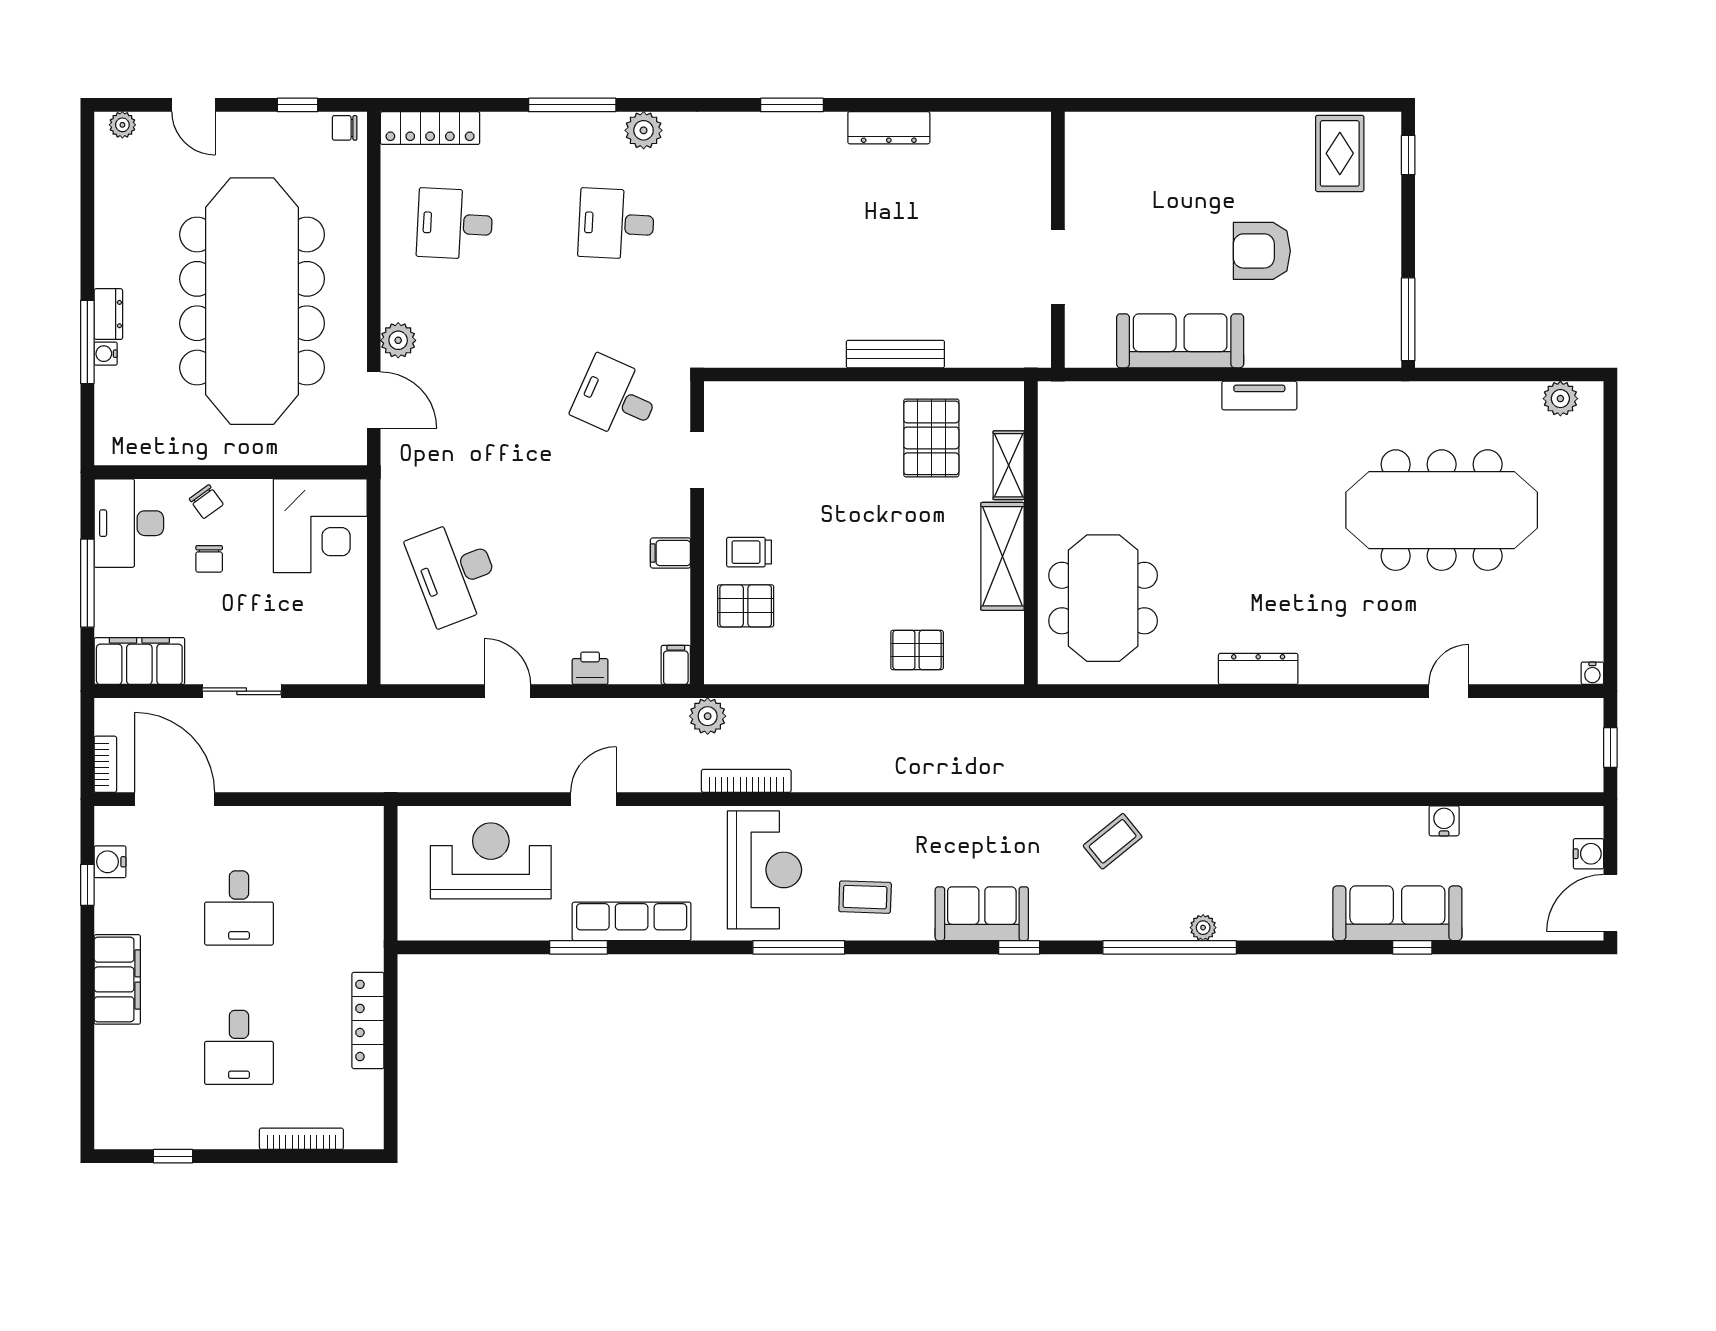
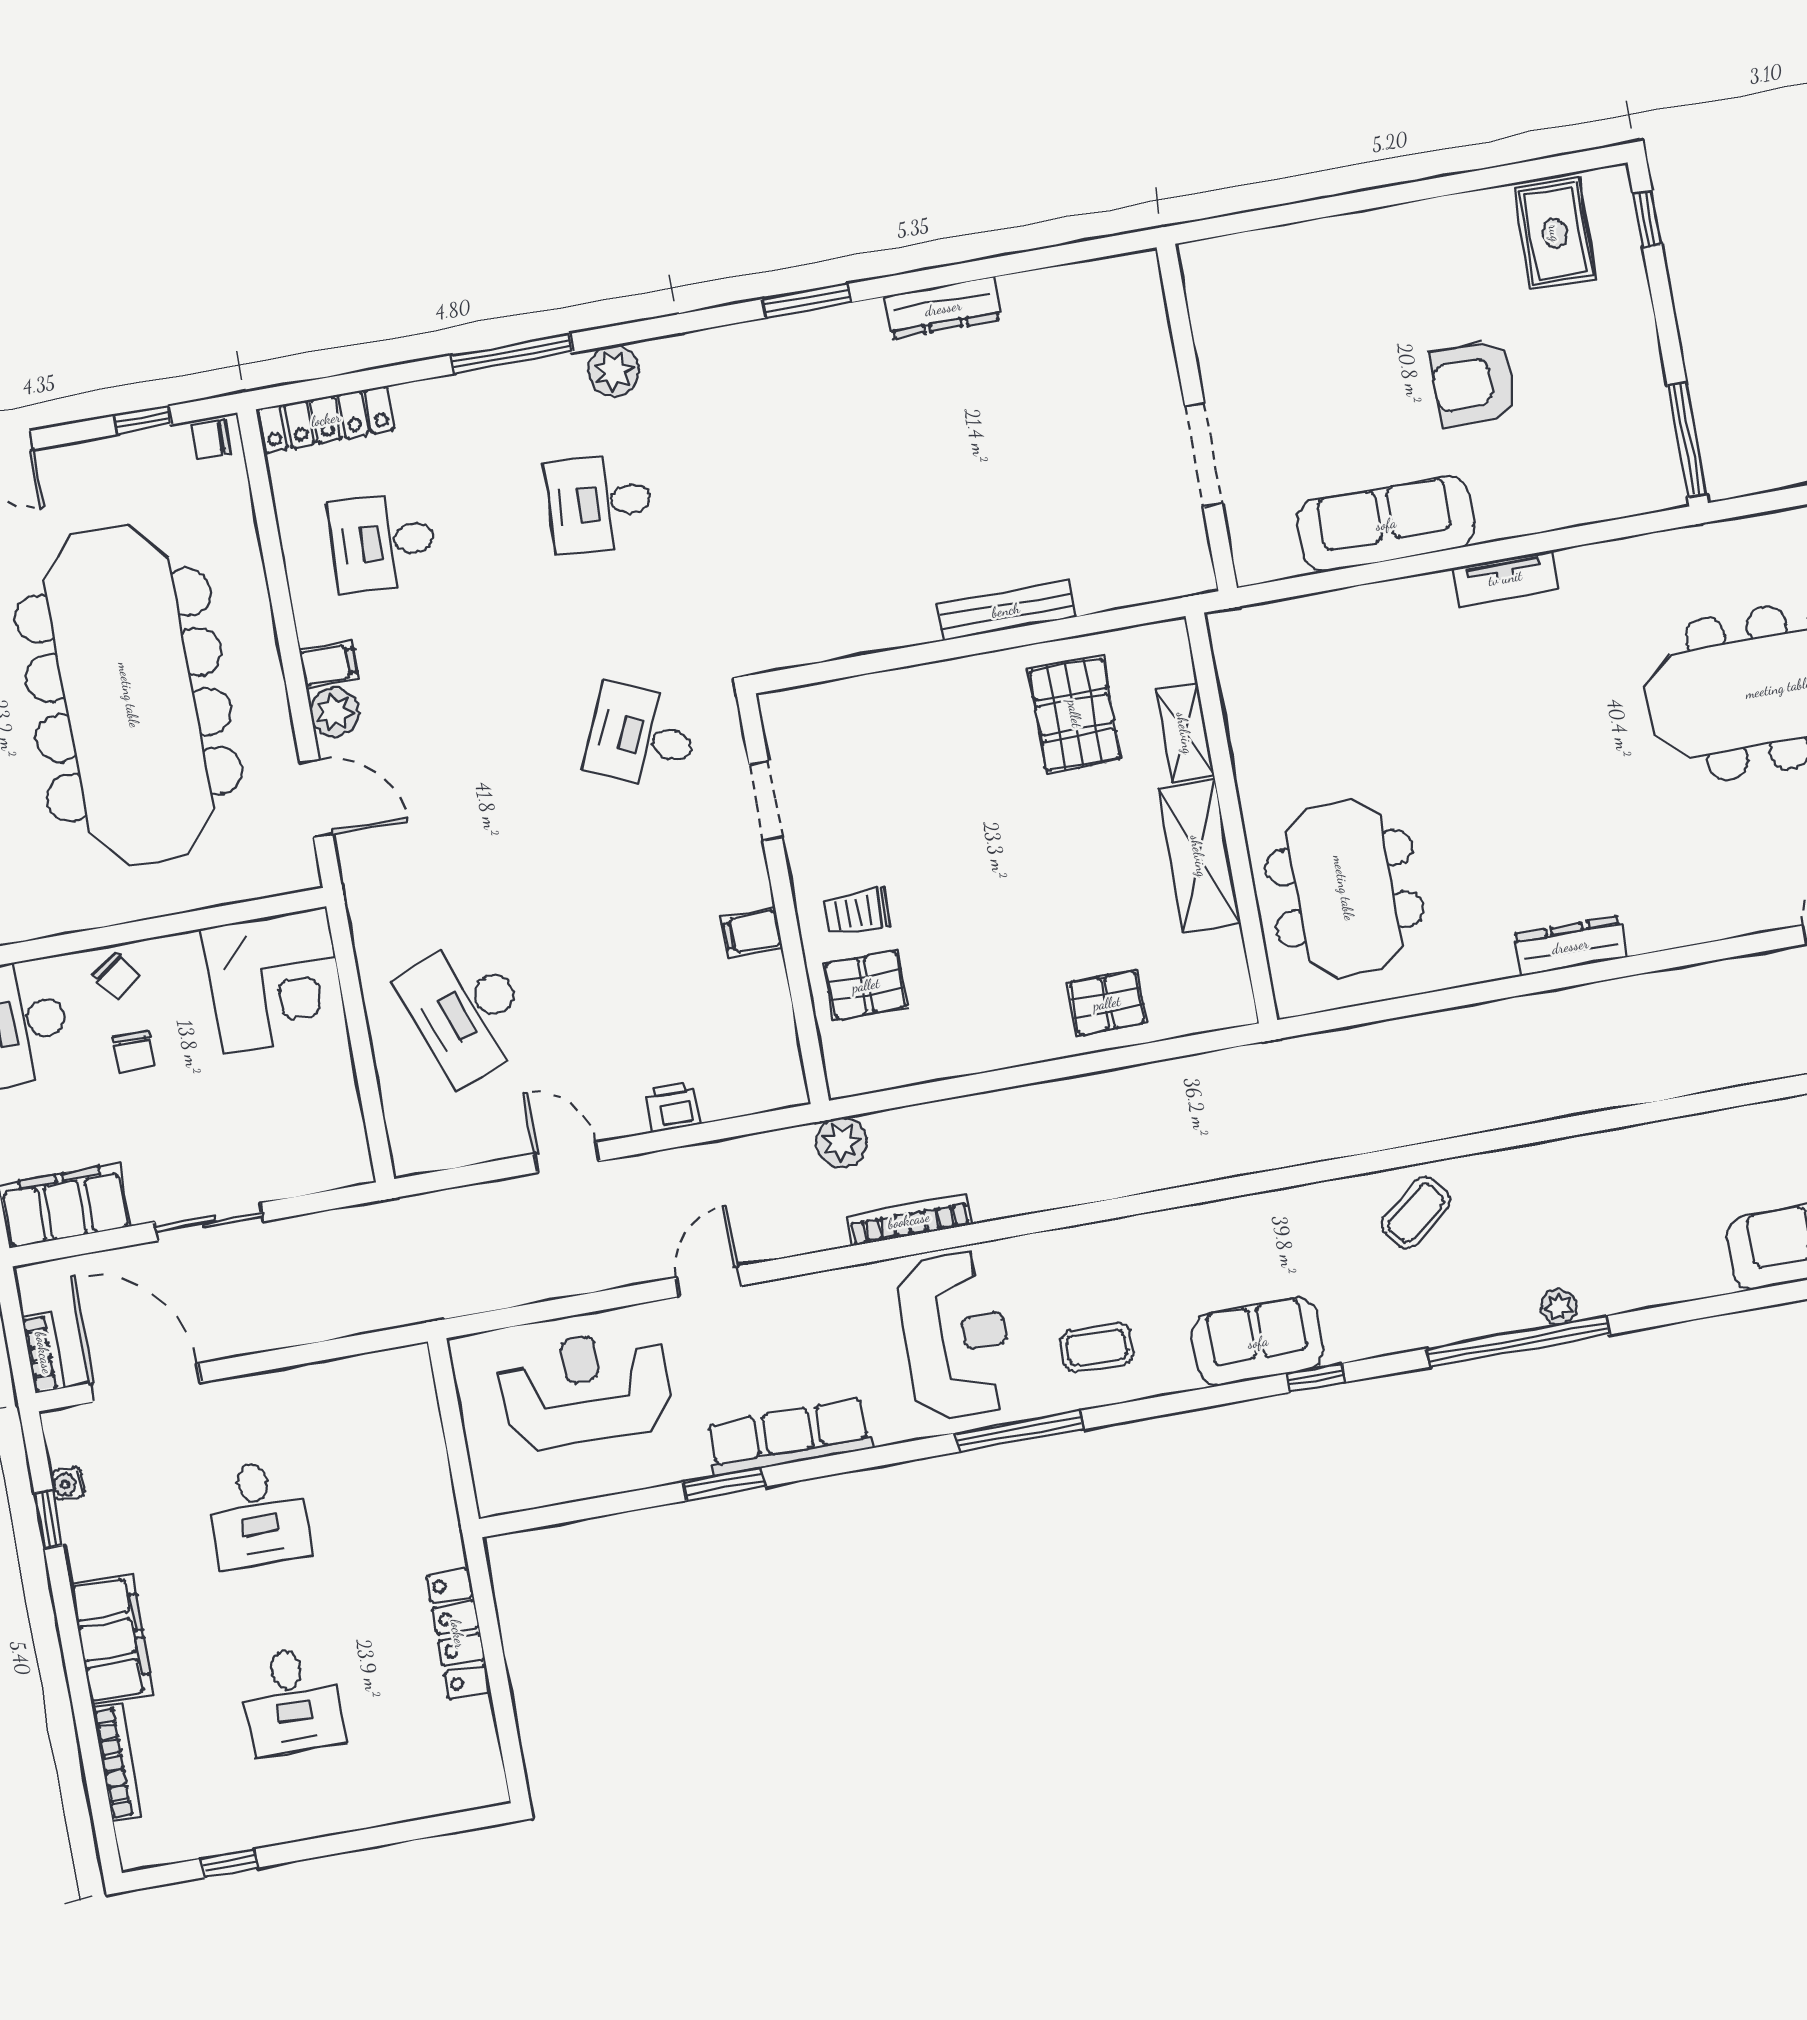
filing cabinet: (676, 665) -> (329, 665), moved, turned 90
water cooler: (110, 862) -> (68, 1484), width x0.72, depth x0.72
bookcase: (301, 1139) -> (117, 1762), moved, turned 90

